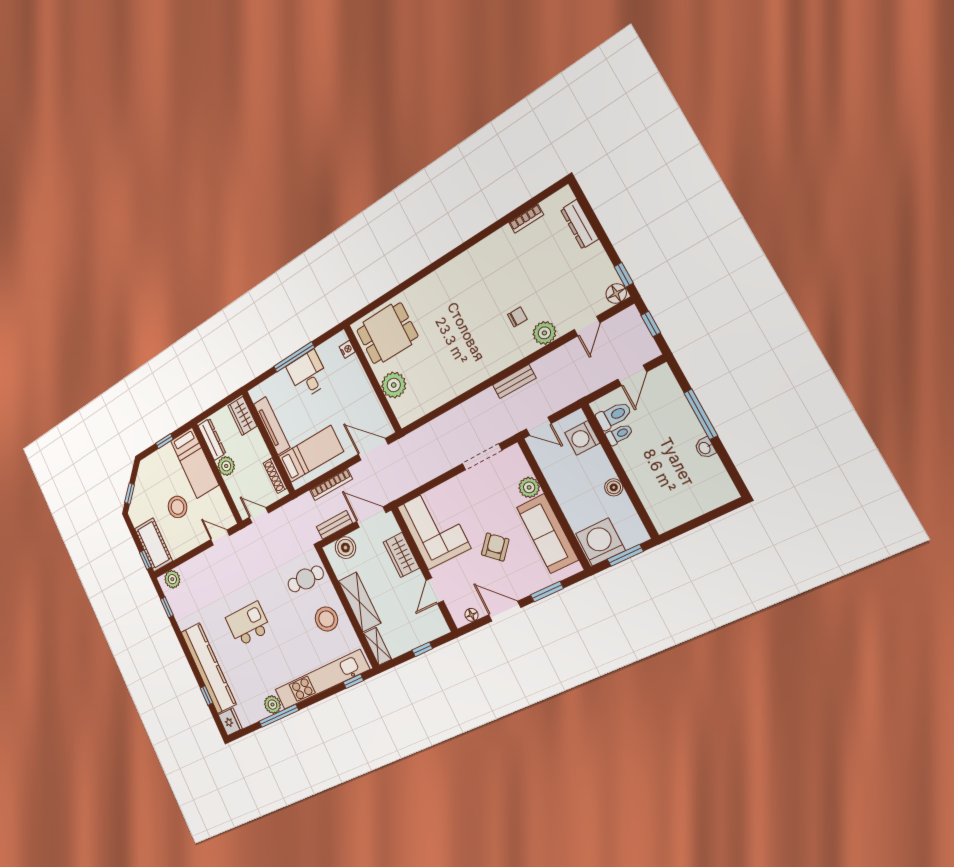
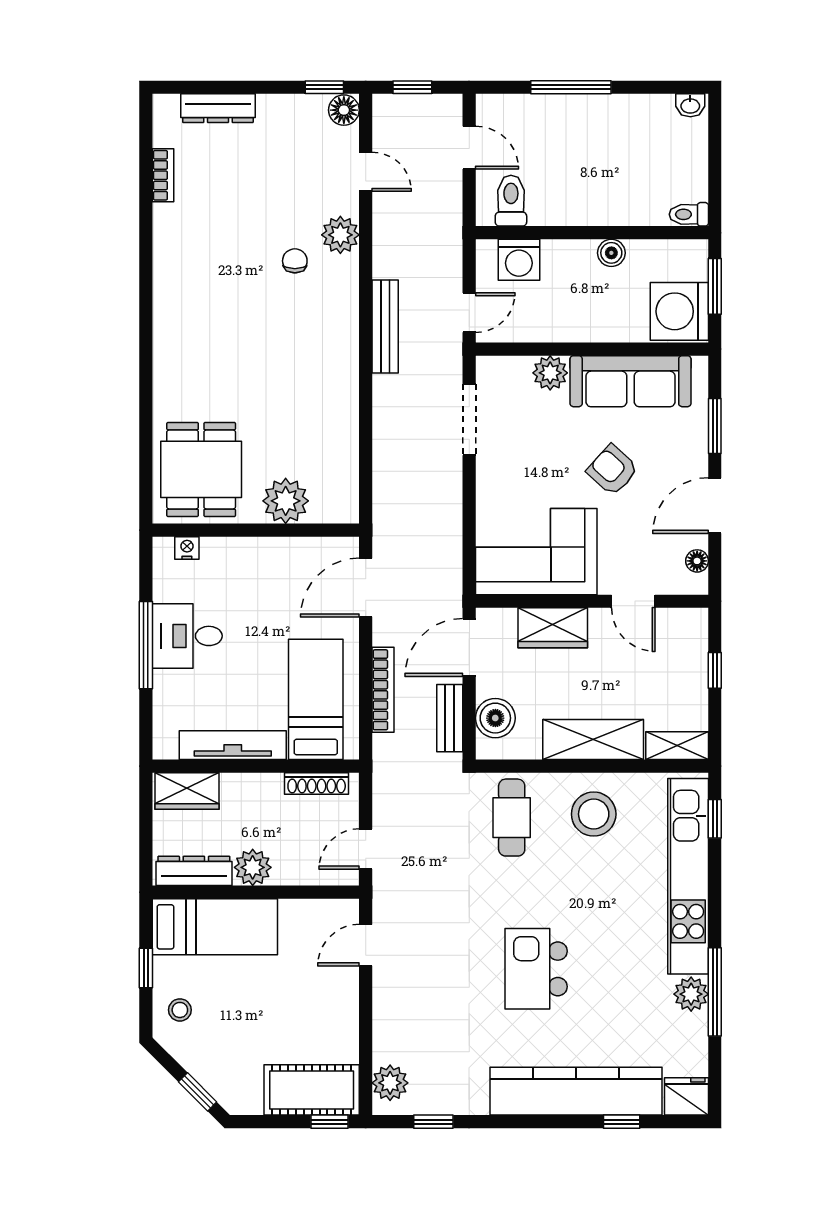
bench: (514, 382) -> (385, 326), width x1.36
toilet: (619, 434) -> (689, 214), moved, turned -90
washbasin: (705, 448) -> (690, 105), moved
stool: (177, 507) -> (180, 1010), moved, width x0.53, depth x0.53

